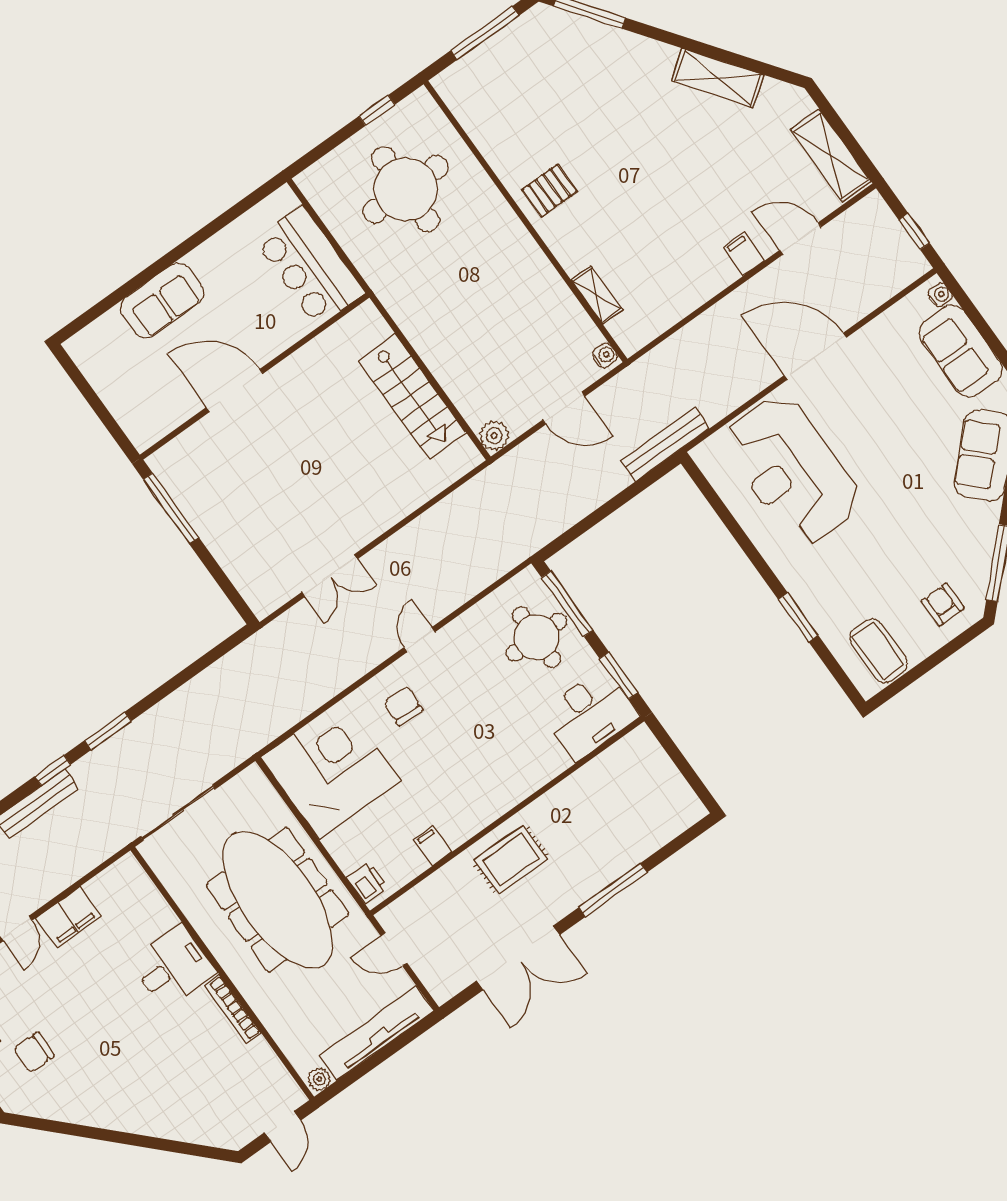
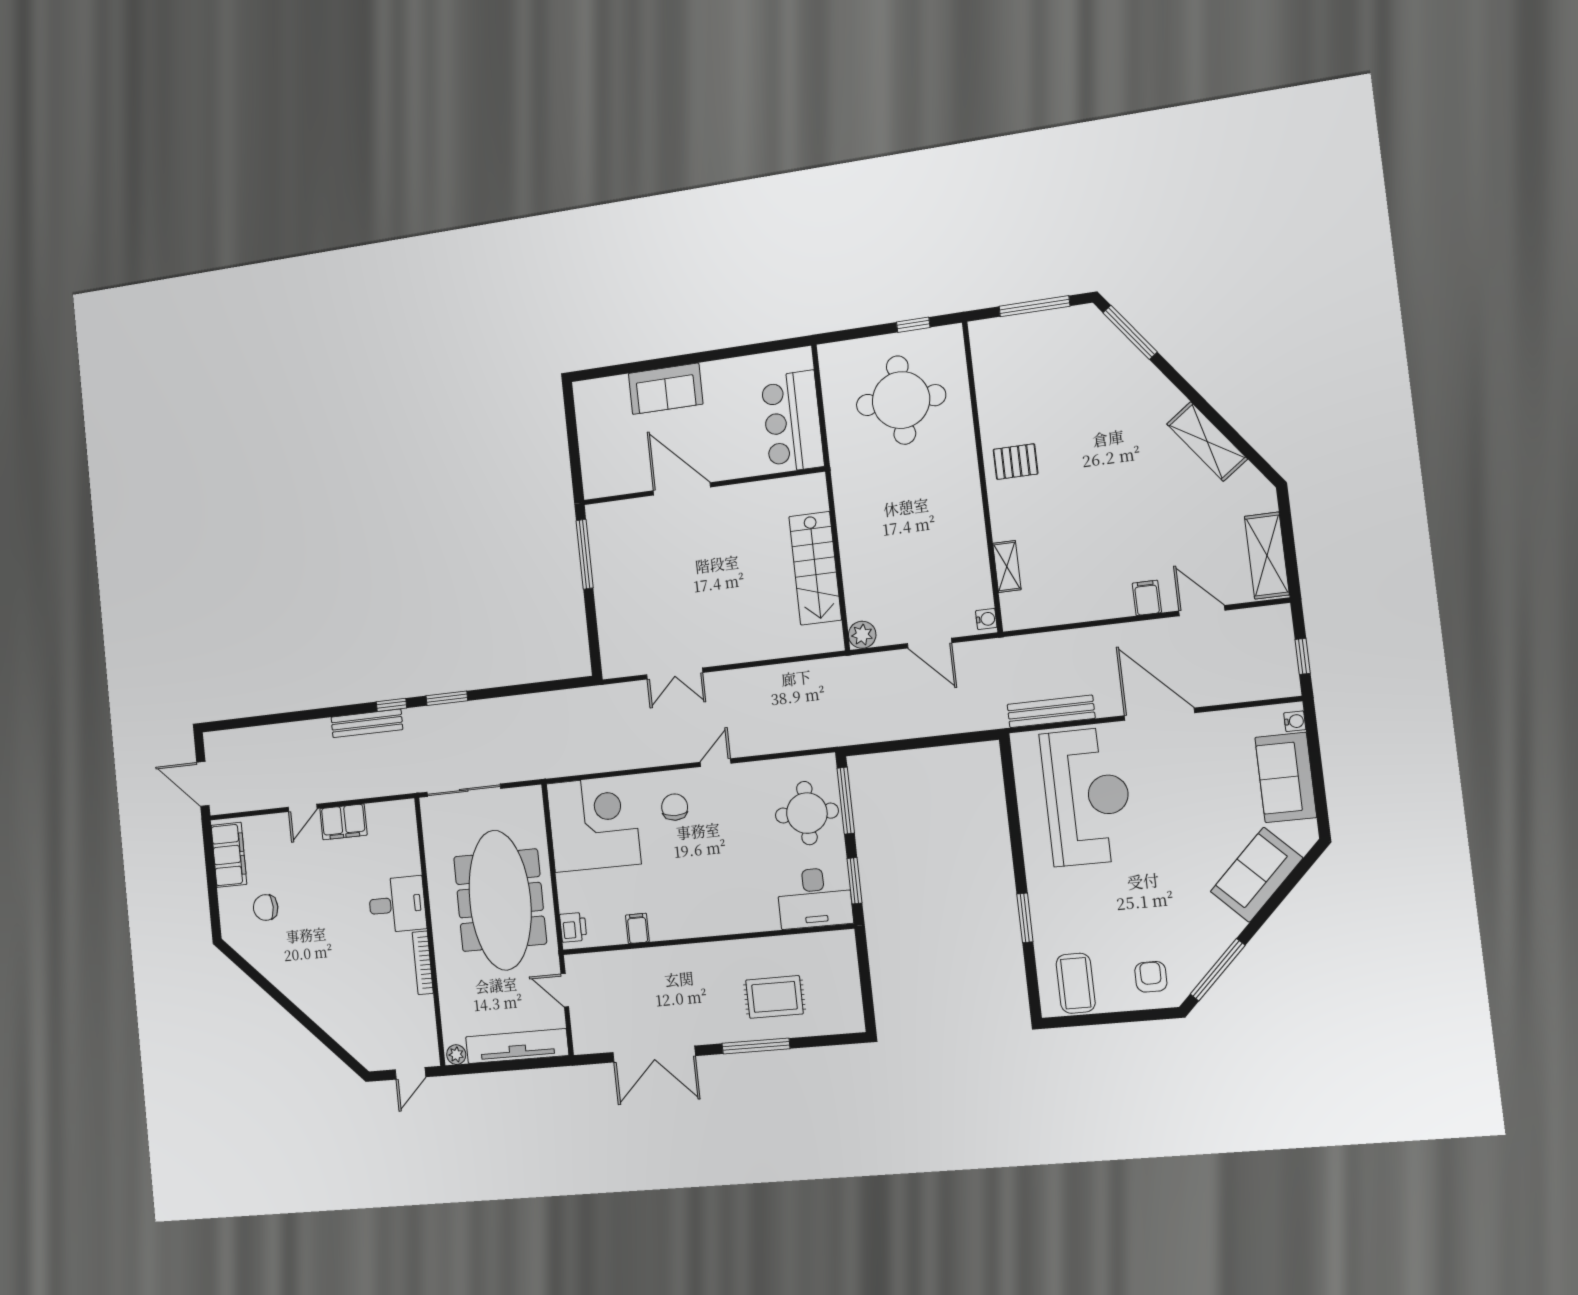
bench: (665, 445) -> (1051, 711), moved
reception desk: (792, 471) -> (1087, 796), turned 180
rug: (511, 860) -> (774, 997), moved

